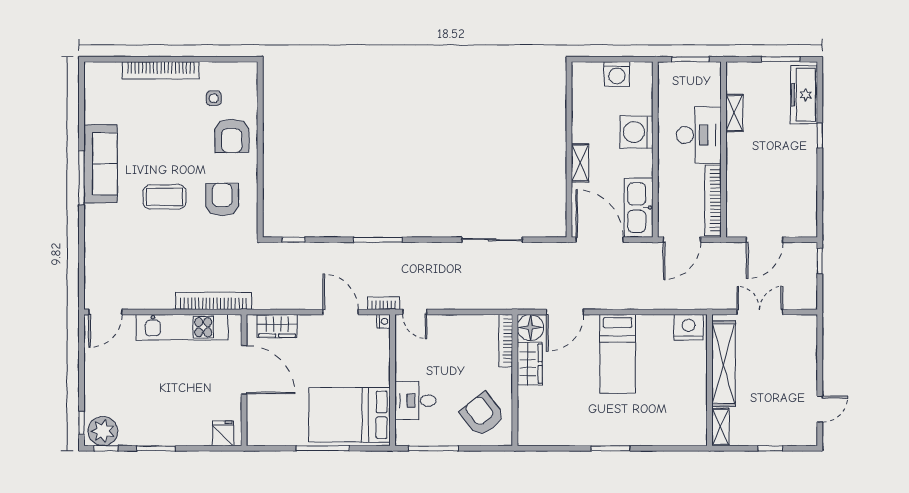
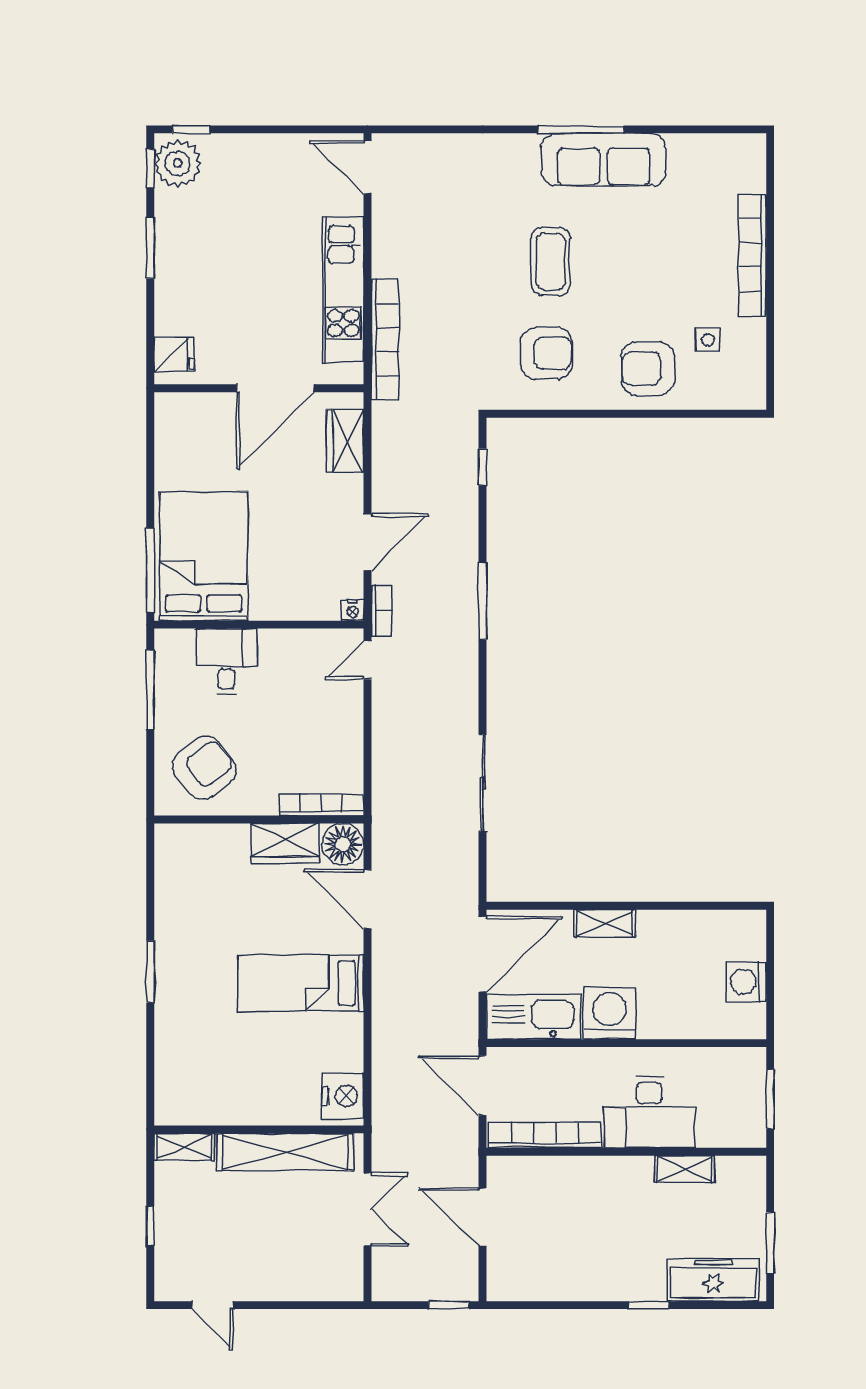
washing machine: (637, 132) -> (610, 1013), moved
window: (323, 448) -> (150, 570), moved

